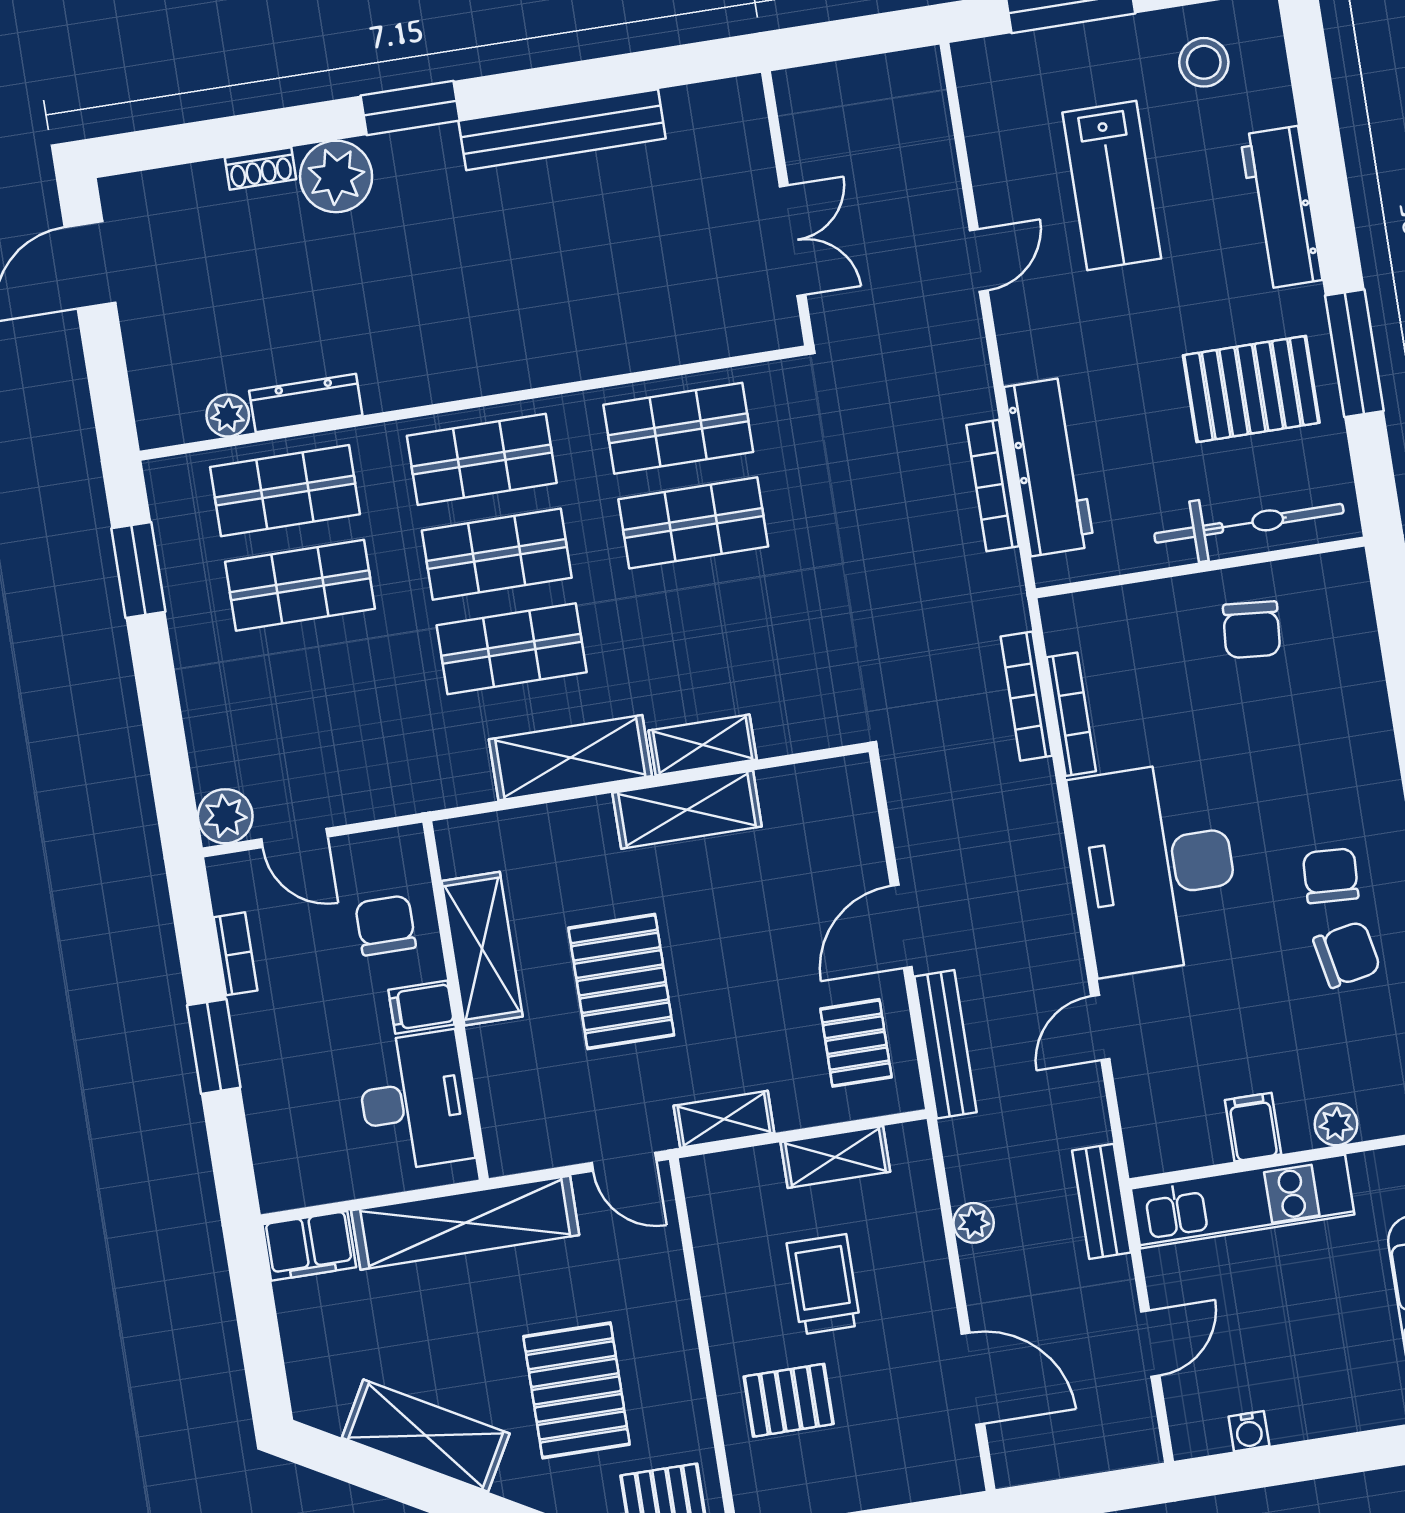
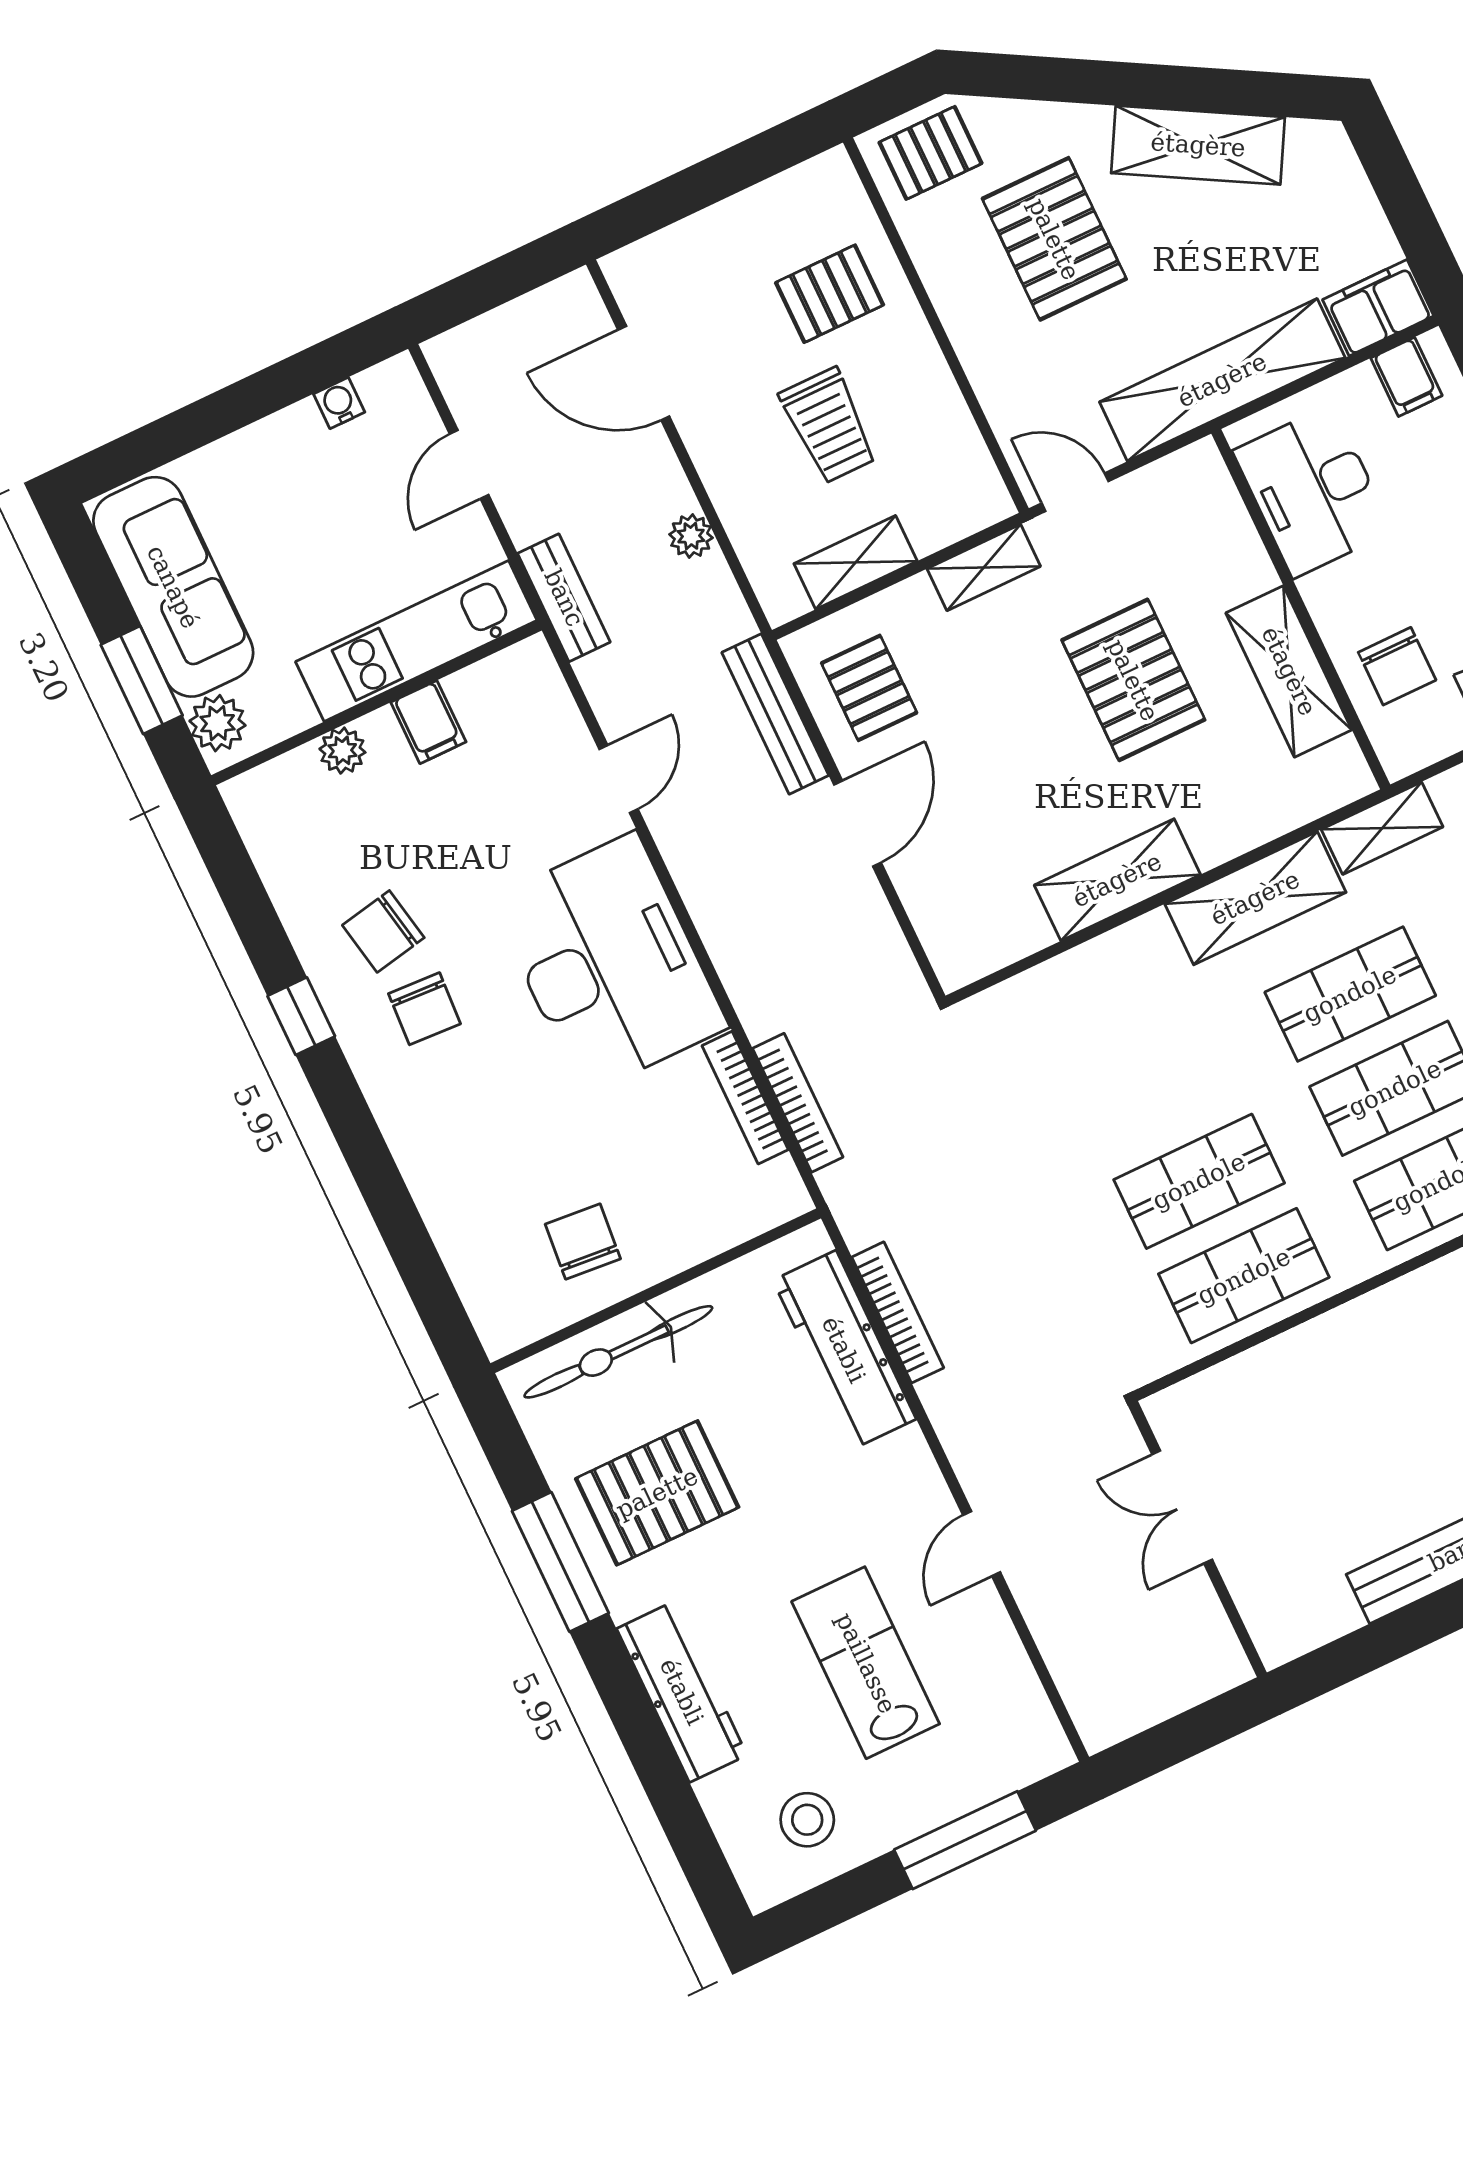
shelving: (703, 745) -> (1382, 828), moved
filing cabinet: (421, 1007) -> (1406, 377), moved, turned 90

